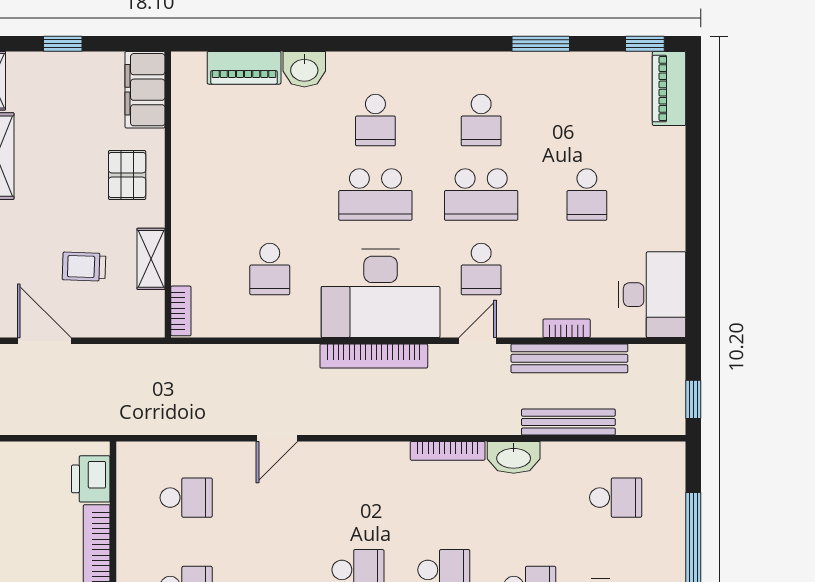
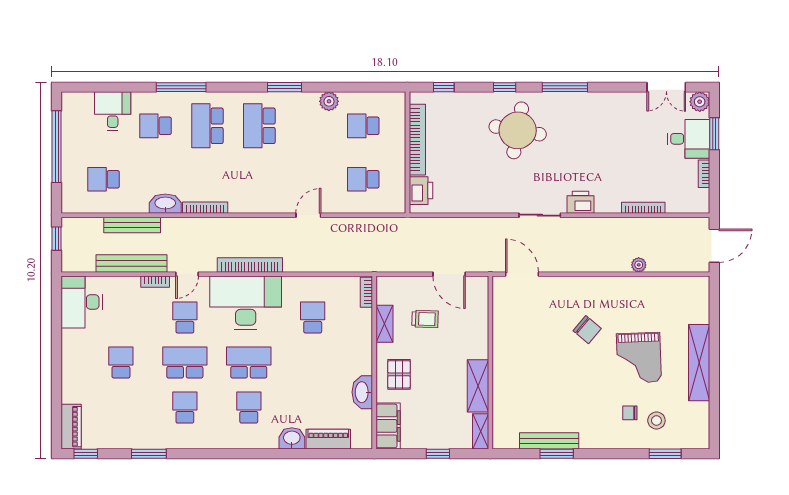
washbasin: (188, 145) -> (362, 392), added
bookcase: (567, 328) -> (155, 282), moved

